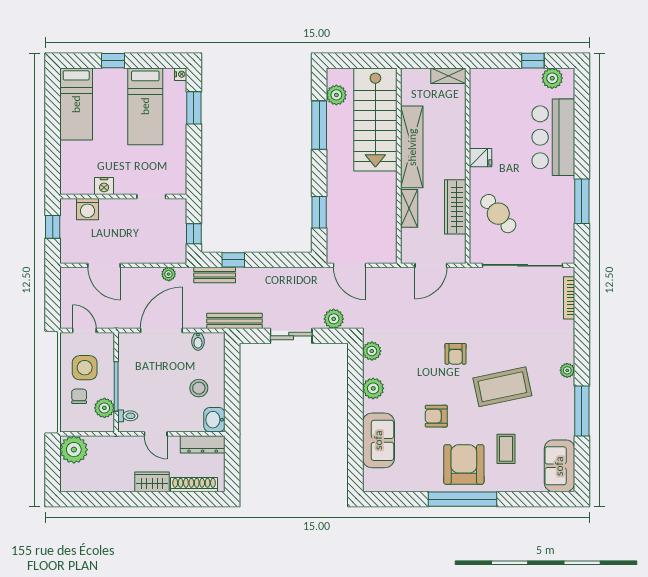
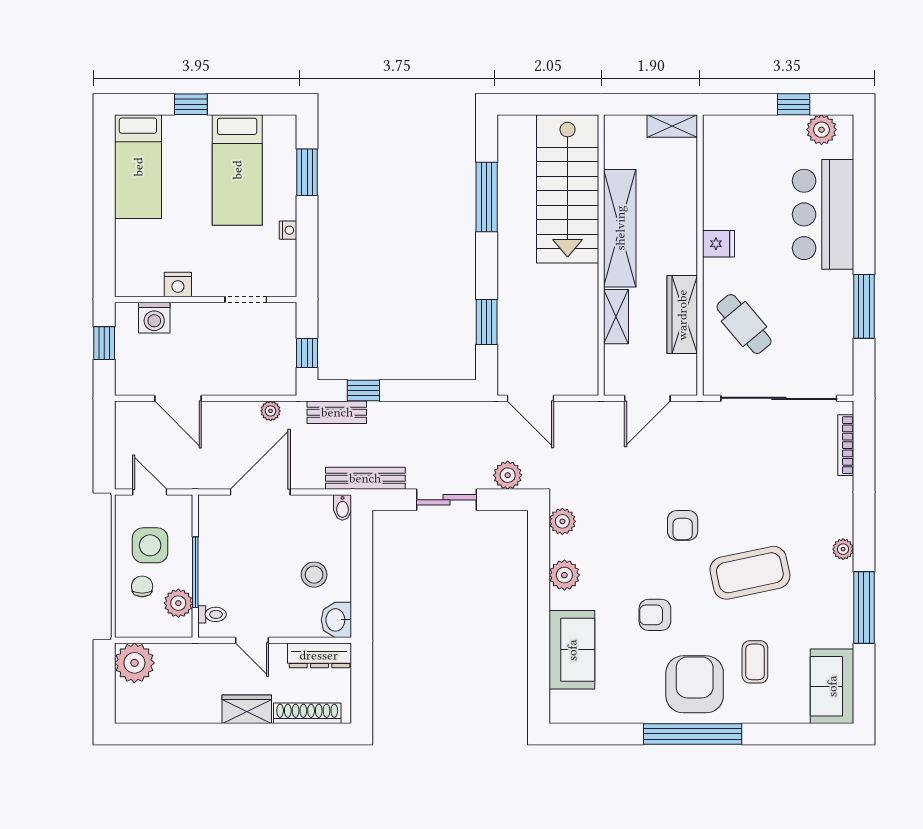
nightstand: (181, 74) -> (288, 230), moved
plant: (336, 95) -> (512, 154), removed
bidet: (198, 341) -> (342, 508), moved

